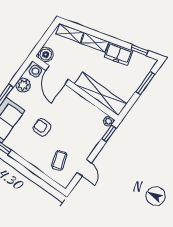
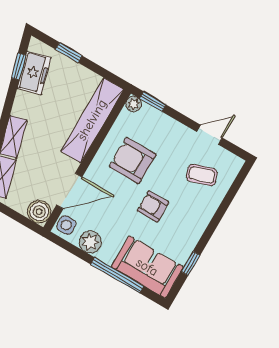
freezer: (119, 54) -> (34, 73), moved
window: (145, 83) -> (69, 52), width x0.67
armchair: (73, 117) -> (133, 161), added
armchair: (42, 127) -> (153, 206), turned 90

